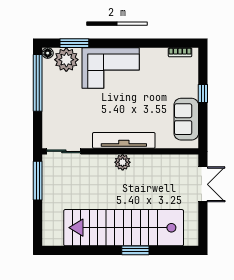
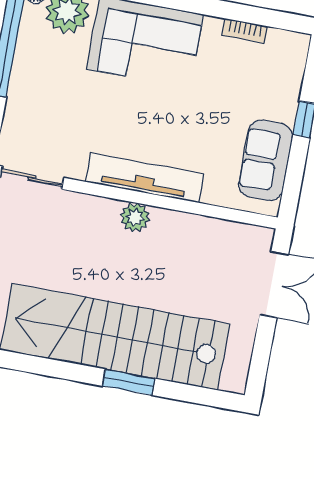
bookcase: (180, 52) -> (245, 31), moved

